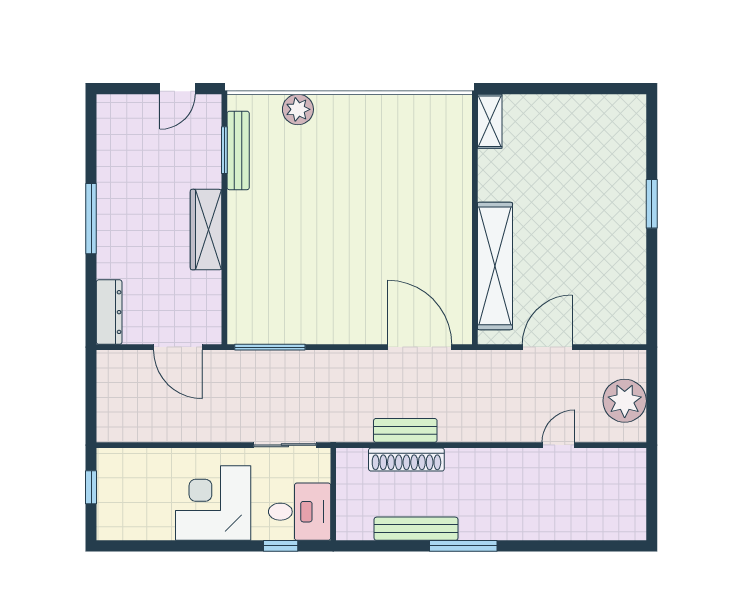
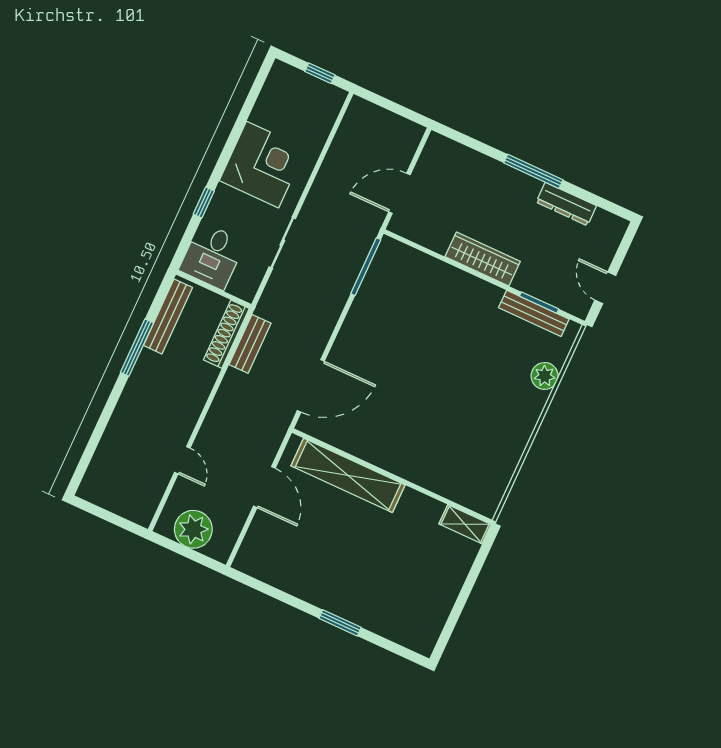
dresser: (109, 312) -> (566, 204), moved
wall: (333, 494) -> (214, 289), moved
desk: (300, 512) -> (212, 256), moved

